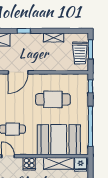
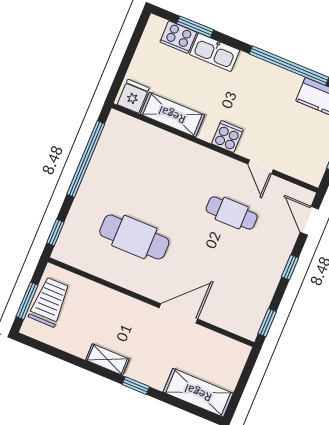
shelving: (54, 38) -> (107, 360), moved
booth: (59, 140) -> (154, 158), removed

